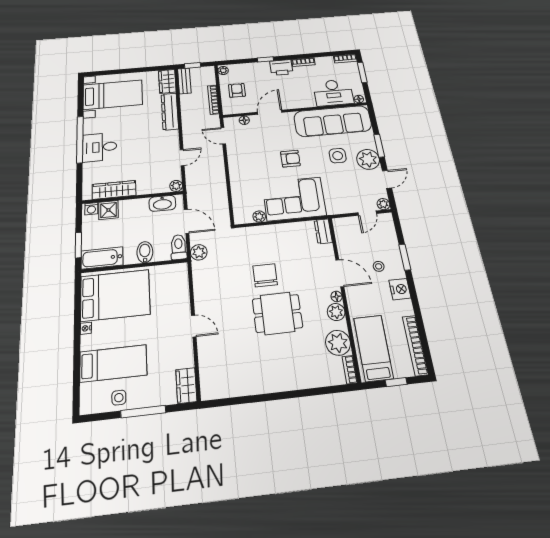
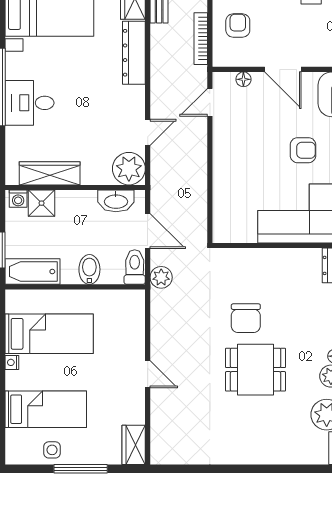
door: (270, 112) -> (283, 69), swing flipped
door: (223, 136) -> (210, 102), hinge flipped
plant: (176, 186) -> (129, 169), width x1.88, depth x1.88
plant: (259, 216) -> (248, 235), removed
chair: (265, 275) -> (246, 318), turned 180
bed: (115, 295) -> (49, 334), width x0.67

